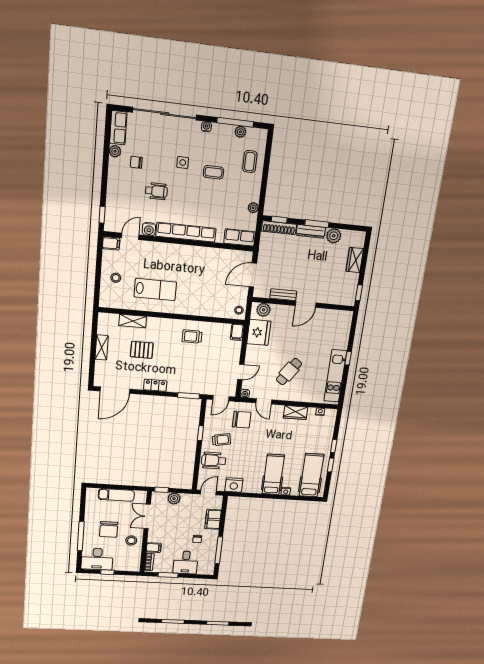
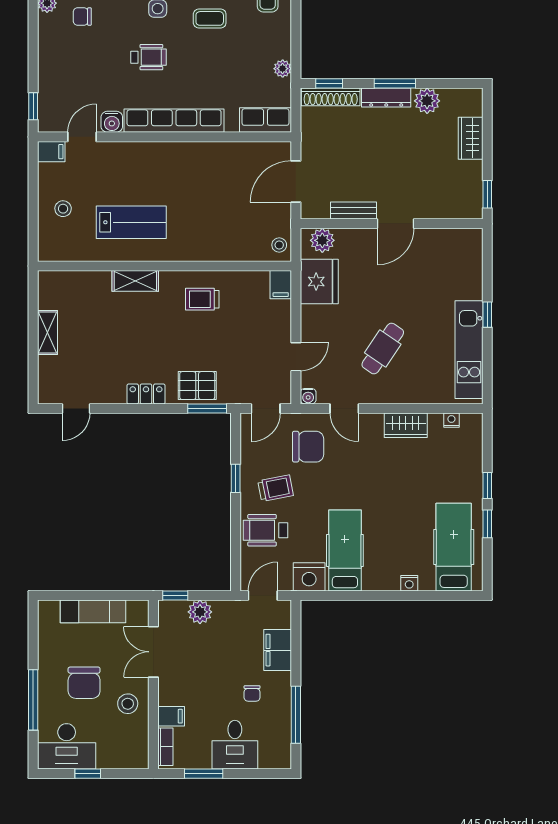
wheelchair: (156, 191) -> (149, 57), moved
shelving: (133, 321) -> (135, 281), moved
pallet: (142, 350) -> (197, 386), moved
door: (115, 390) -> (76, 408), width x0.53
hospital bed: (273, 474) -> (345, 551), moved

